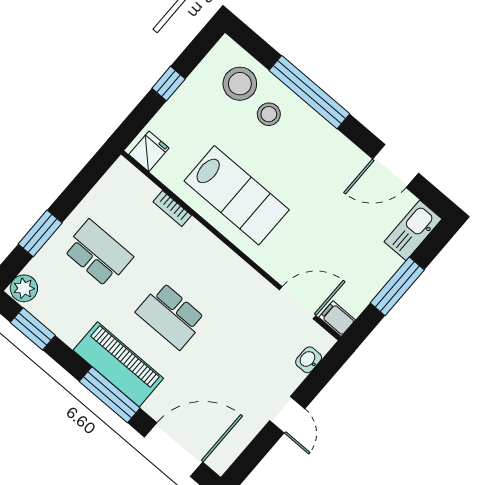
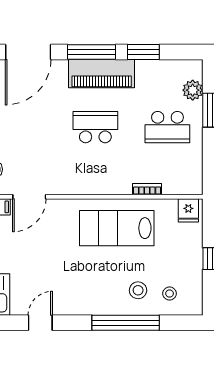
stool: (240, 84) -> (170, 294), width x0.53, depth x0.53
door: (396, 166) -> (40, 323), width x0.73
plant: (24, 288) -> (193, 90), moved
window: (33, 329) -> (143, 52), moved

